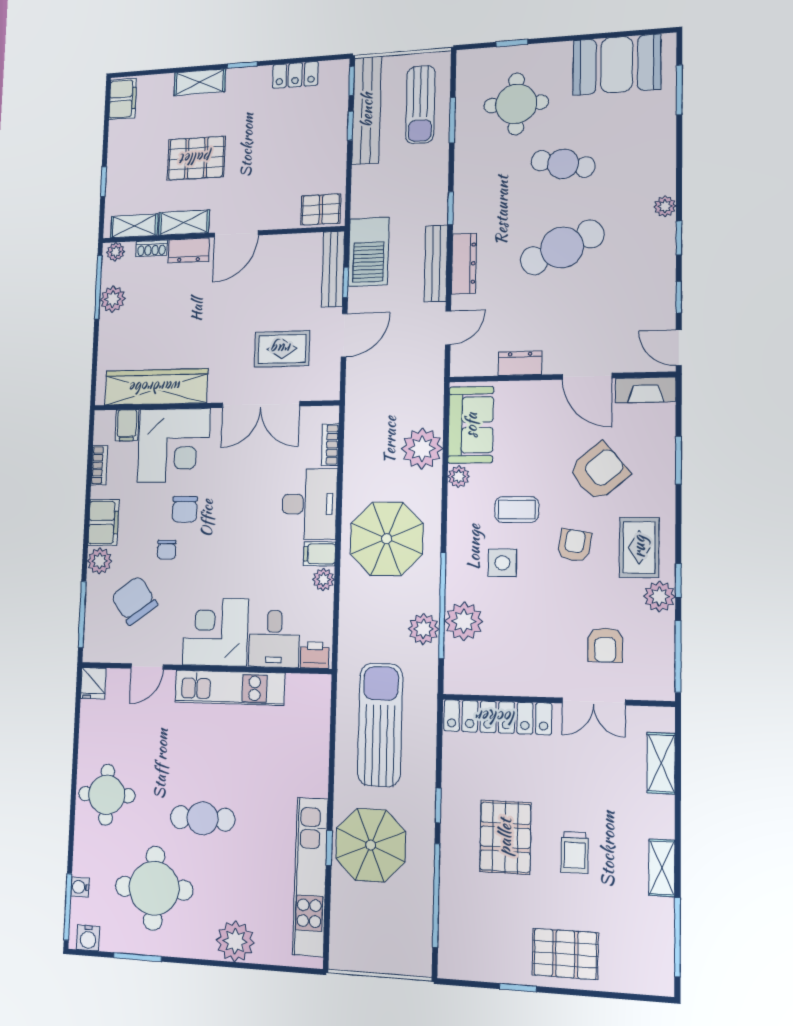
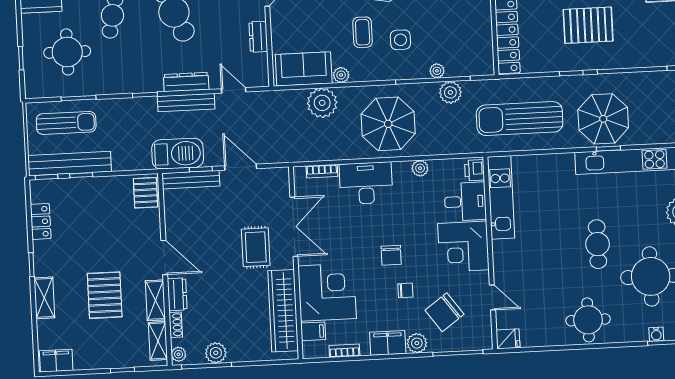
rug: (282, 349) -> (256, 247), moved
chair: (185, 509) -> (391, 255), moved, turned 90
filing cabinet: (319, 554) -> (402, 173), removed
plant: (464, 621) -> (437, 71), width x0.53, depth x0.53
kitchen unit: (230, 688) -> (501, 197), moved

